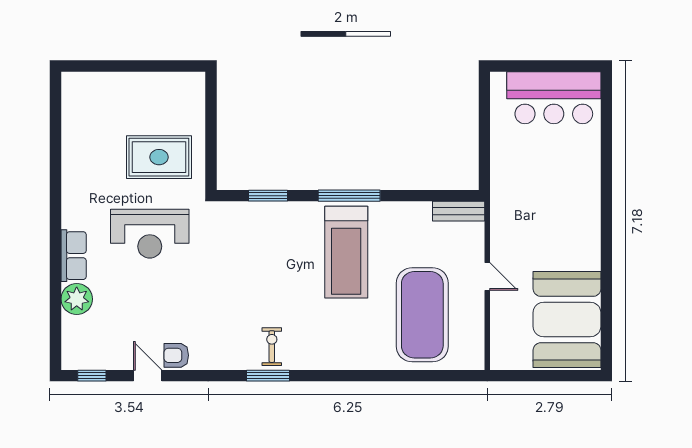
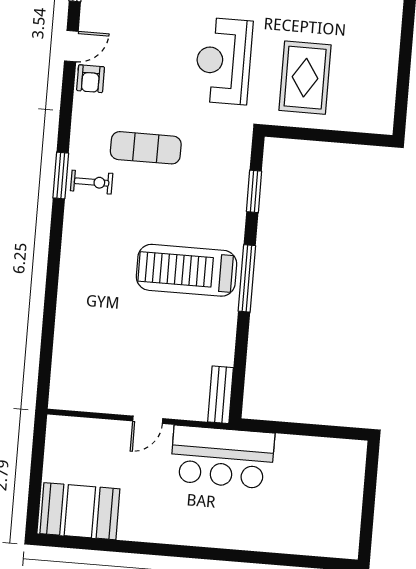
bar counter: (554, 98) -> (222, 457), moved, turned -90
exercise mat: (422, 315) -> (146, 148), moved, width x0.50, depth x0.69
booth: (567, 320) -> (80, 511), width x0.73, depth x0.70
armchair: (176, 355) -> (91, 79), turned 180

